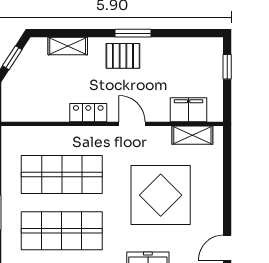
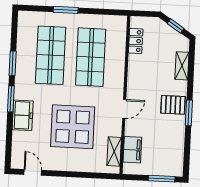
pallet: (123, 56) -> (173, 105), turned 90
window: (227, 67) -> (162, 179), width x1.50
locker: (88, 113) -> (136, 41), moved

